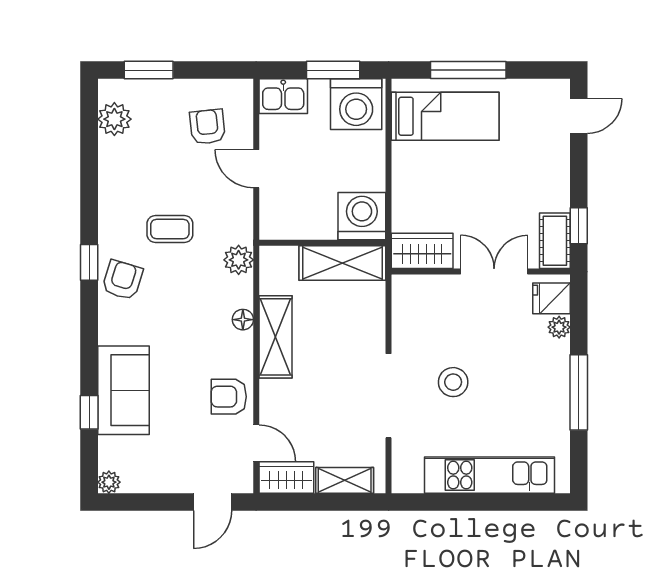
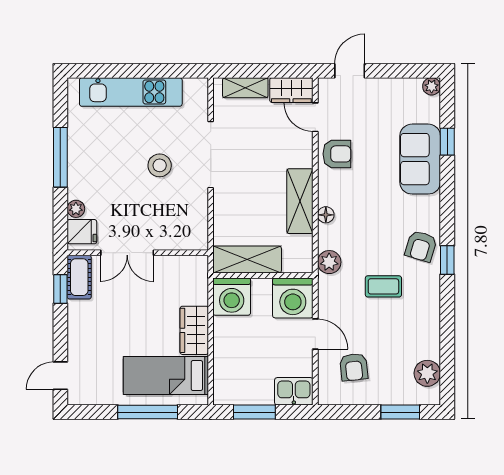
washing machine: (356, 104) -> (293, 298), moved, turned 180
wardrobe: (422, 251) -> (194, 330), moved, turned 90

